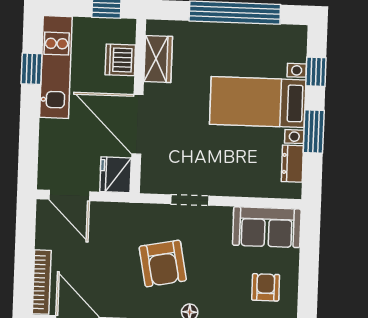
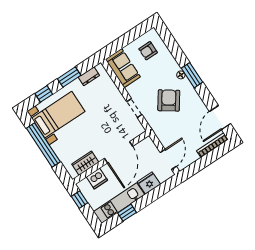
bed with nightstands: (258, 102) -> (58, 115), moved, turned -90
fridge: (116, 175) -> (149, 183), moved, turned 180
armchair: (163, 264) -> (169, 100), turned -44

